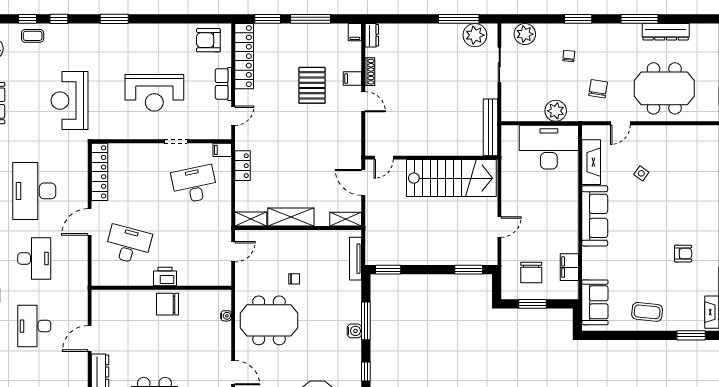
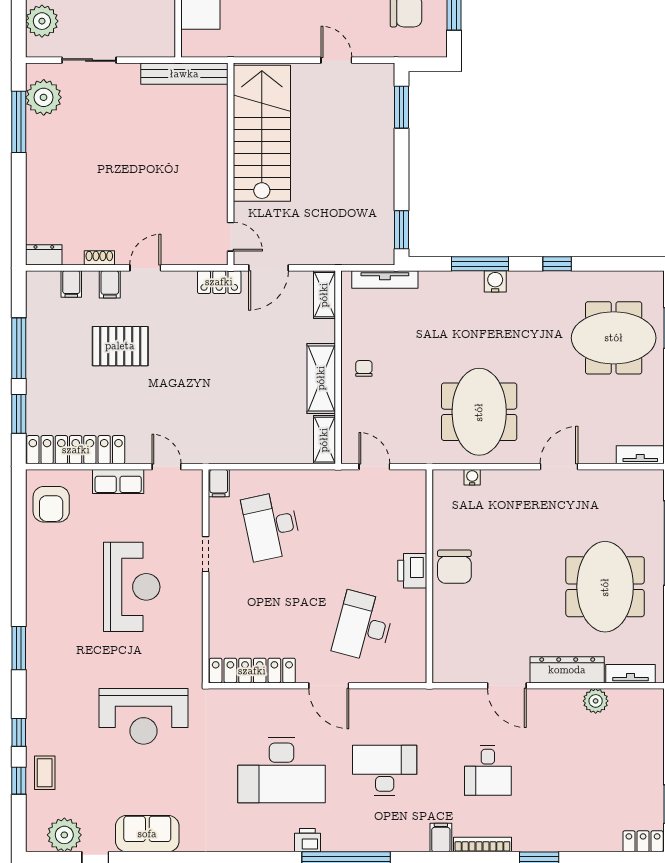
filing cabinet: (355, 32) -> (71, 284), moved, turned 90
shoe rack: (370, 72) -> (99, 258), width x0.70
locker: (242, 166) -> (219, 282), moved, turned 180
chair: (294, 279) -> (364, 368), moved
desk: (34, 326) -> (488, 770), width x0.73

